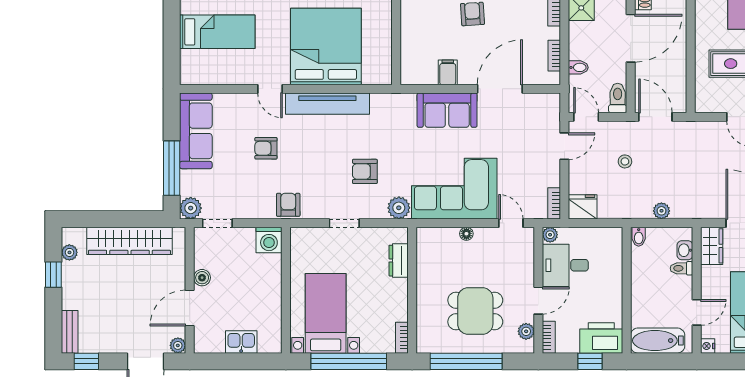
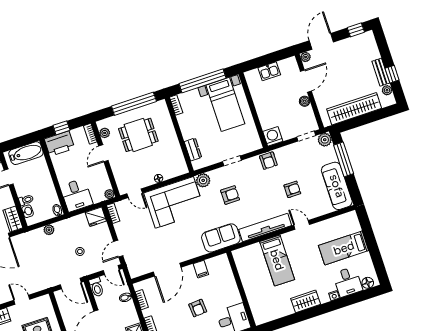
bed: (326, 47) -> (277, 260), width x0.49
sofa: (447, 110) -> (221, 238), moved
desk: (565, 265) -> (77, 195), moved, turned 90
bench: (70, 332) -> (381, 72), moved

